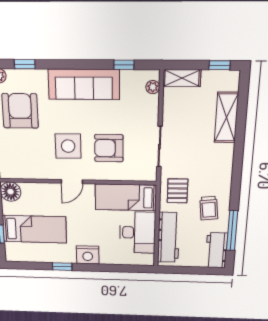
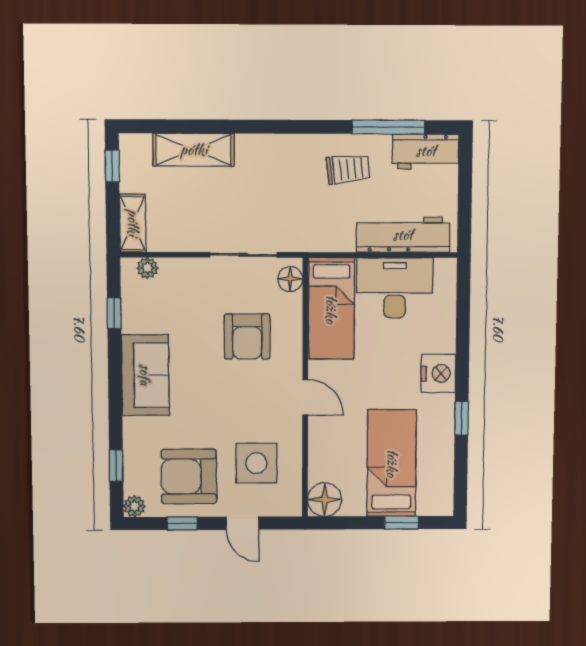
sofa: (84, 84) -> (145, 375), width x0.73
side table: (68, 146) -> (256, 463), moved
floor lamp: (144, 174) -> (290, 279), added
pallet: (177, 191) -> (318, 223), removed

